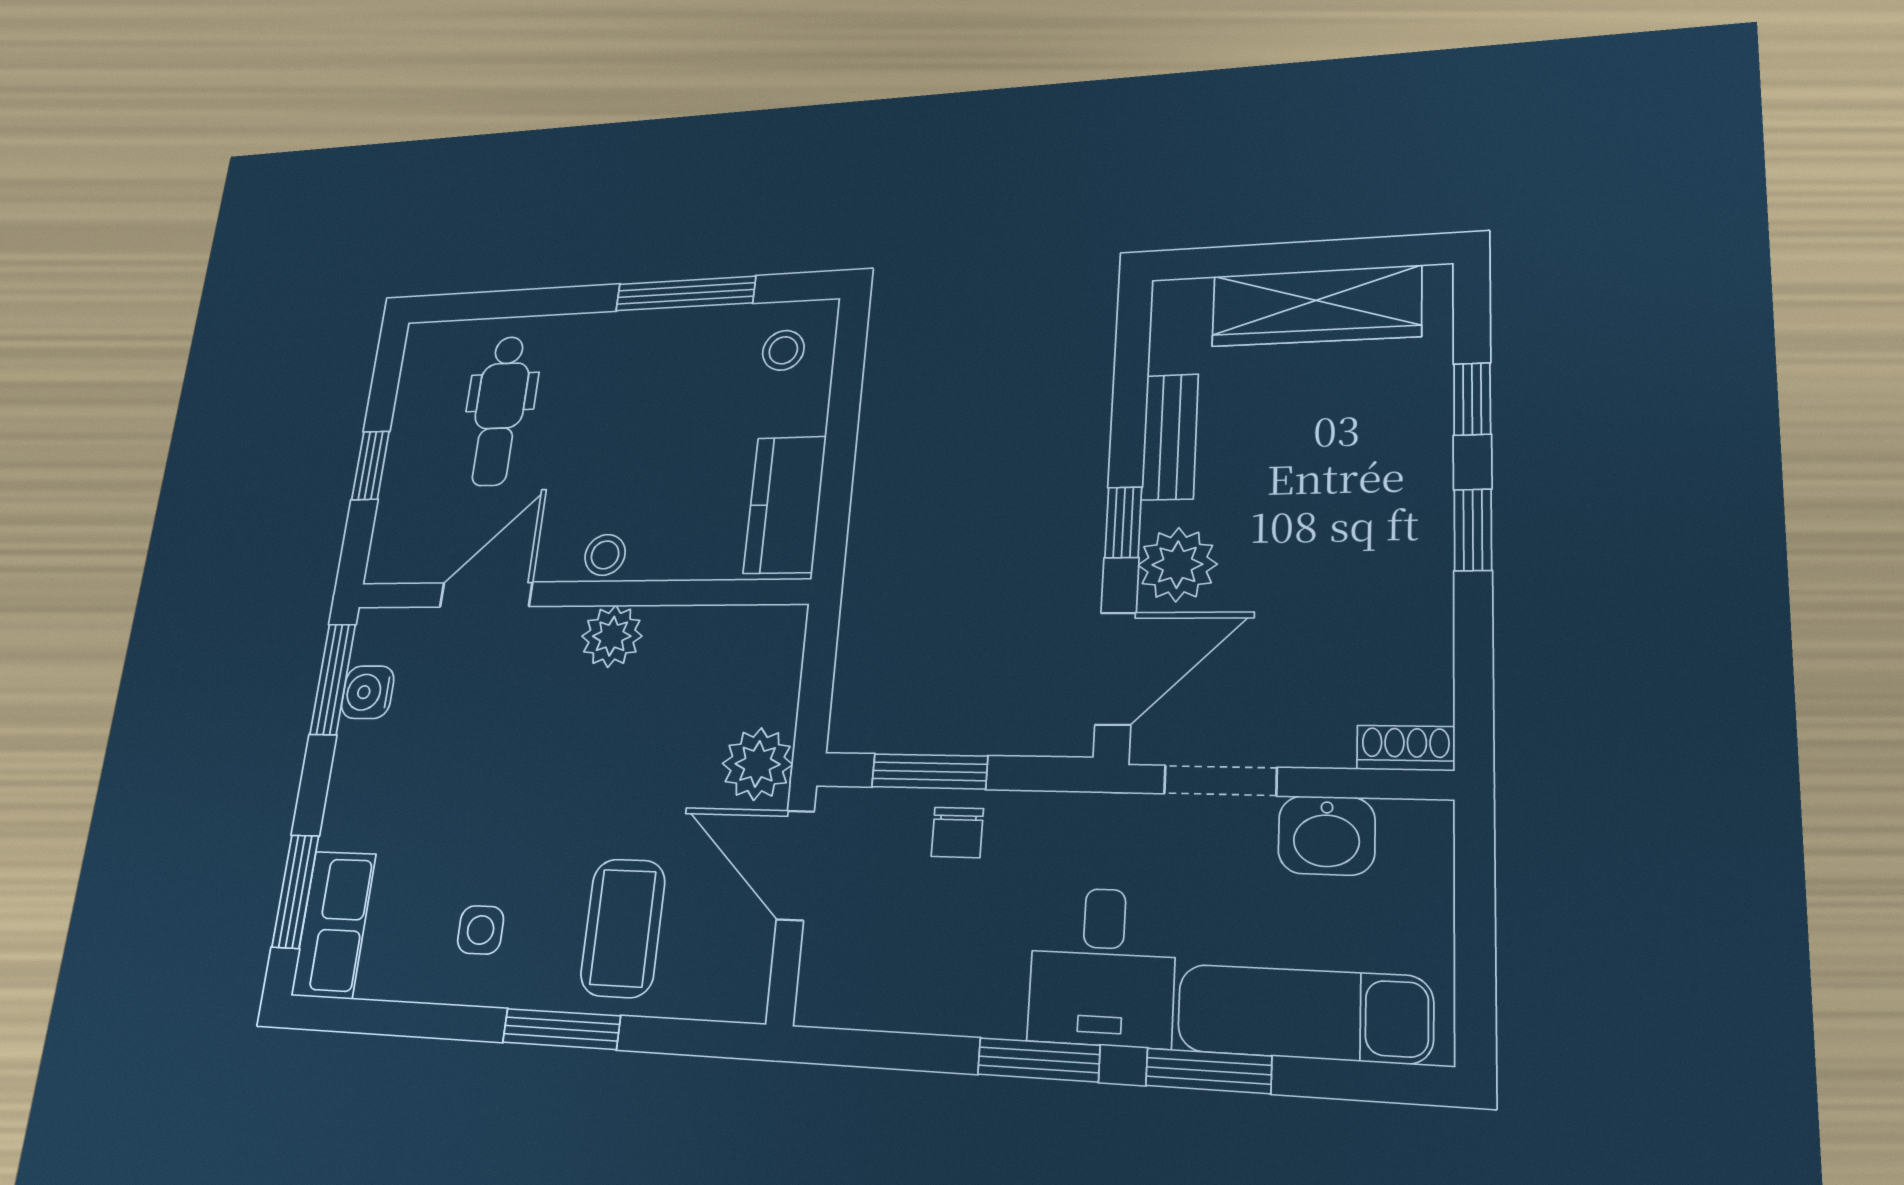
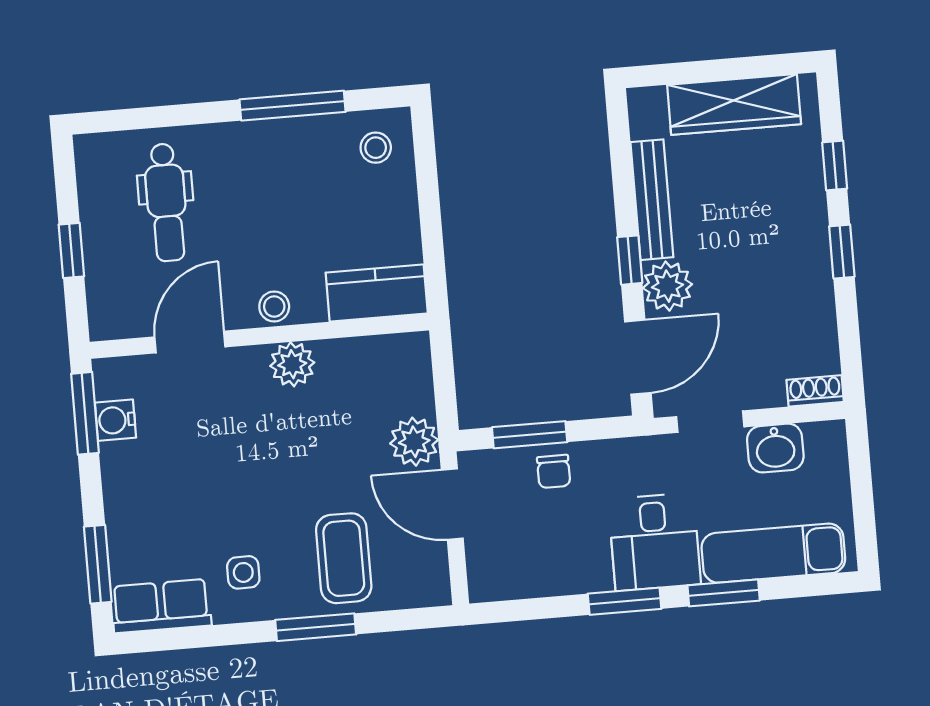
bench: (1170, 437) -> (652, 200), width x1.36
kitchen counter: (785, 505) -> (377, 293), moved, turned 90
row of seats: (334, 924) -> (161, 606), moved, turned -90

